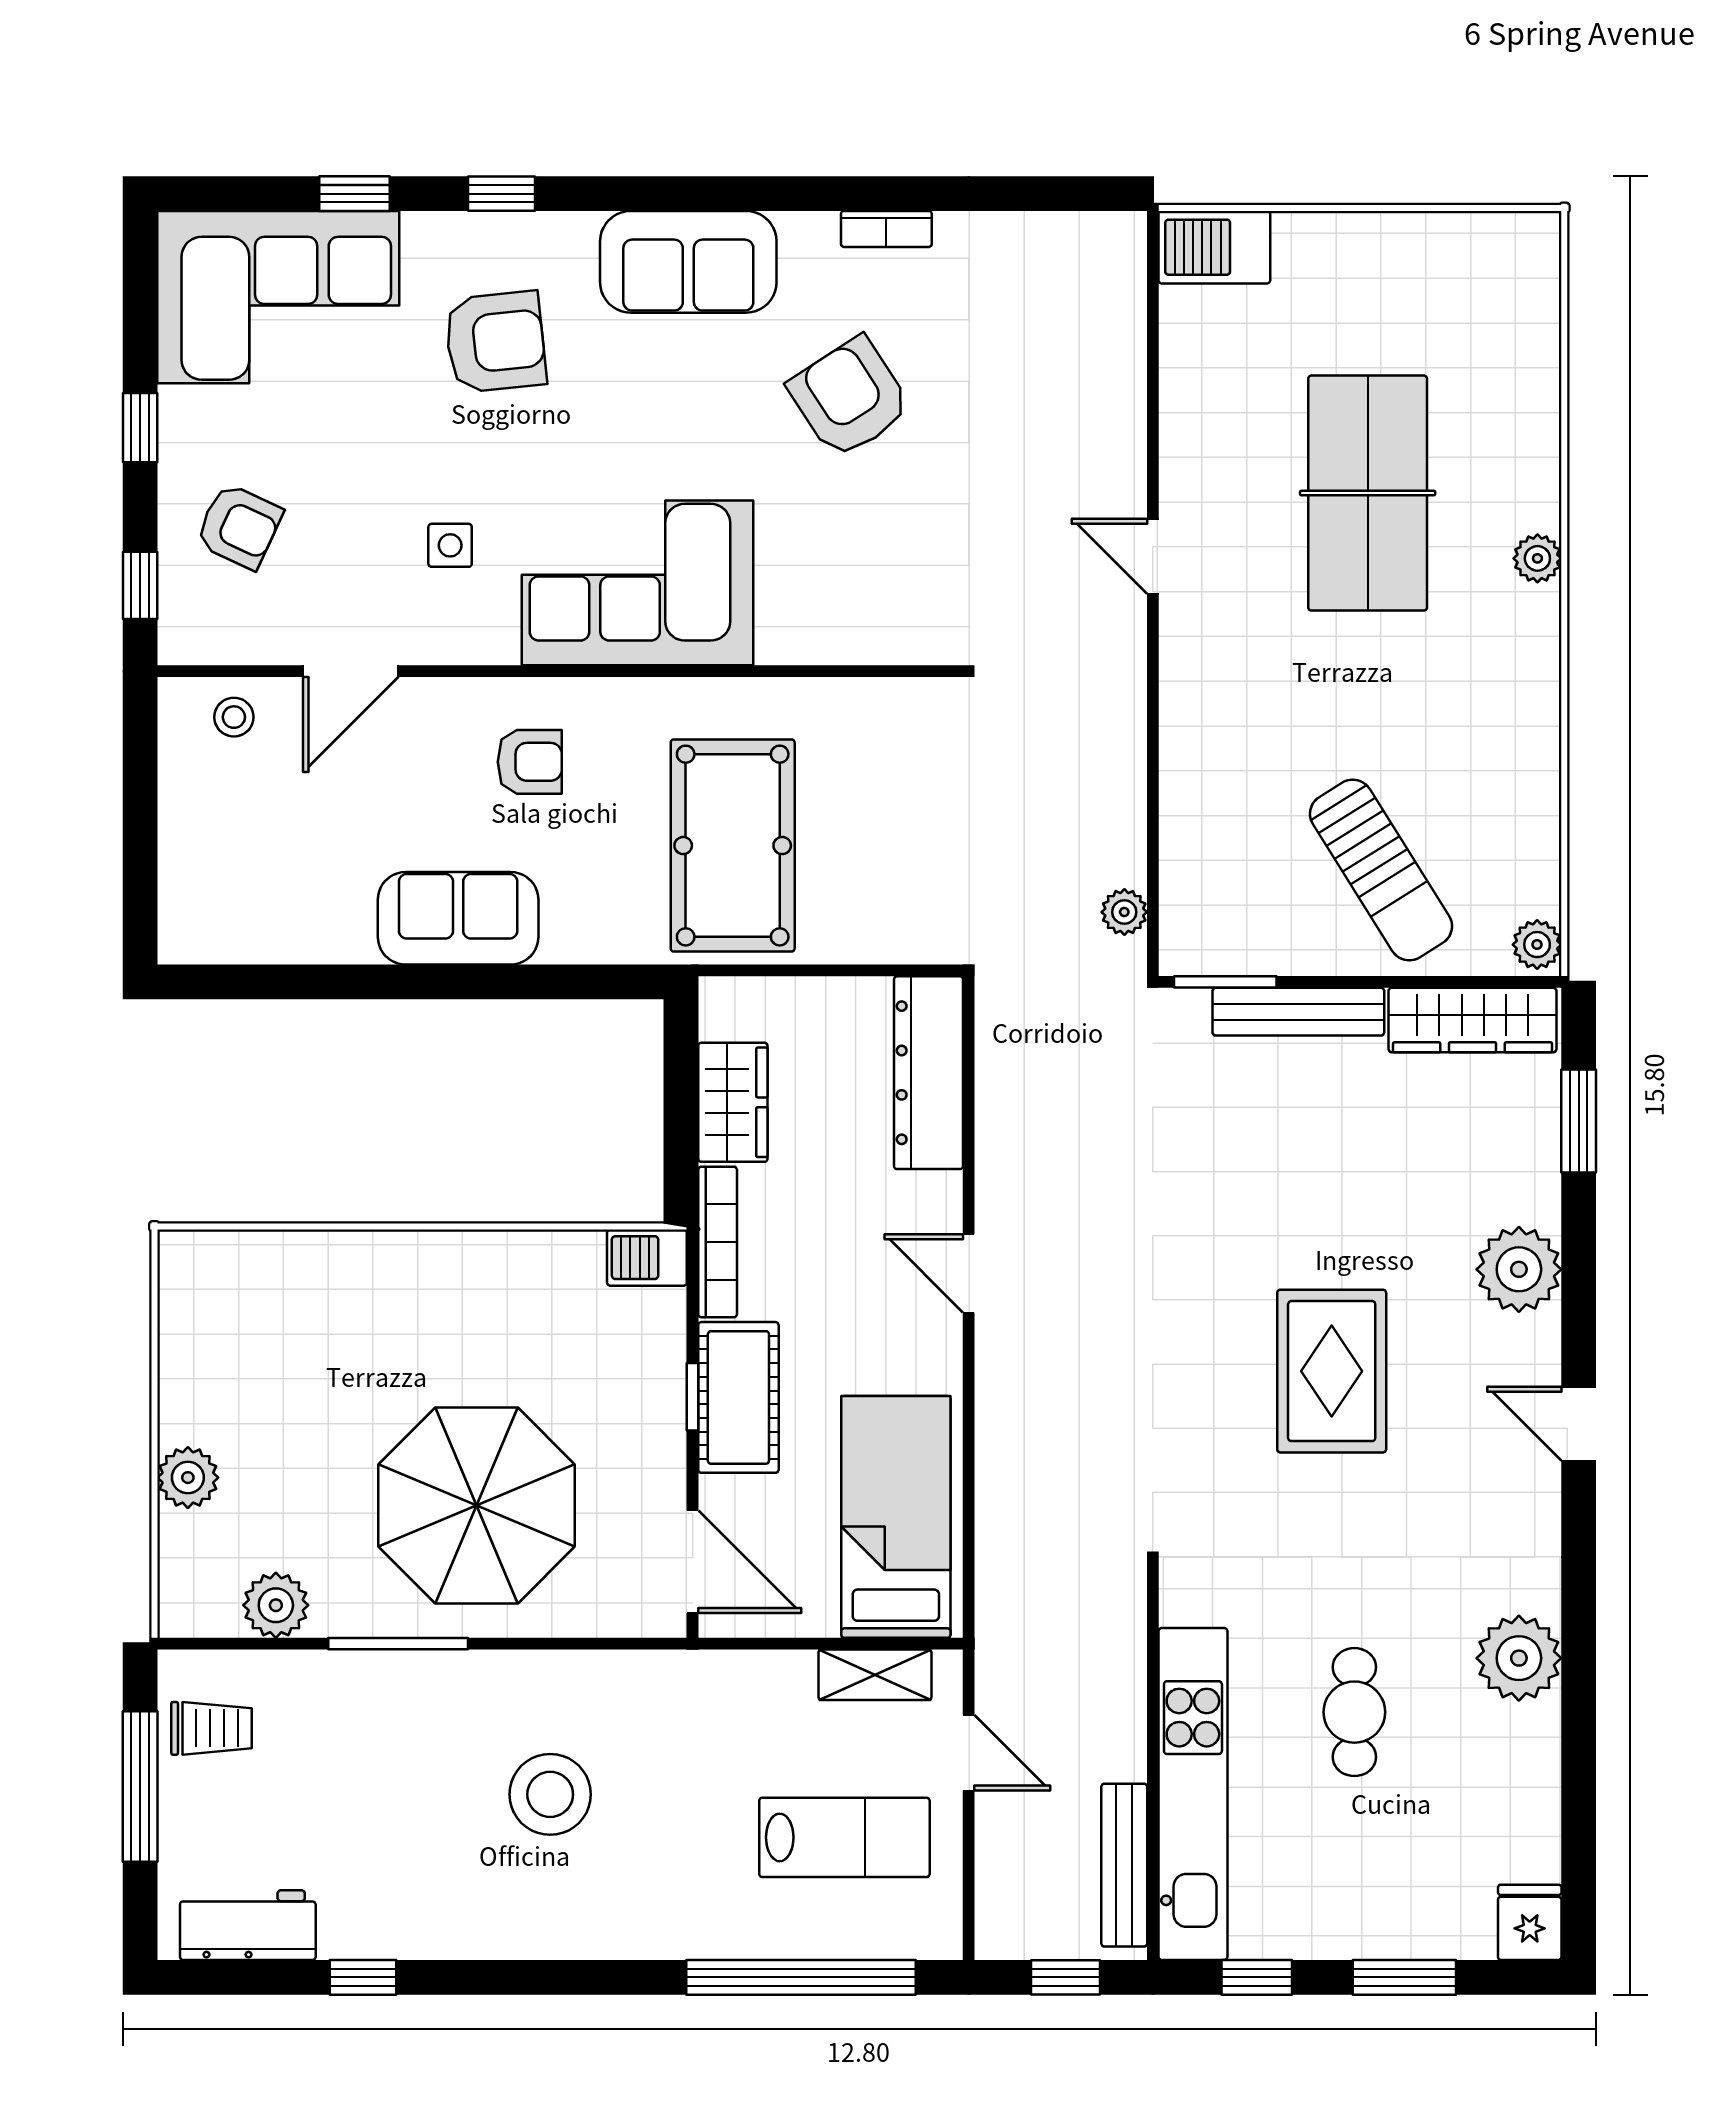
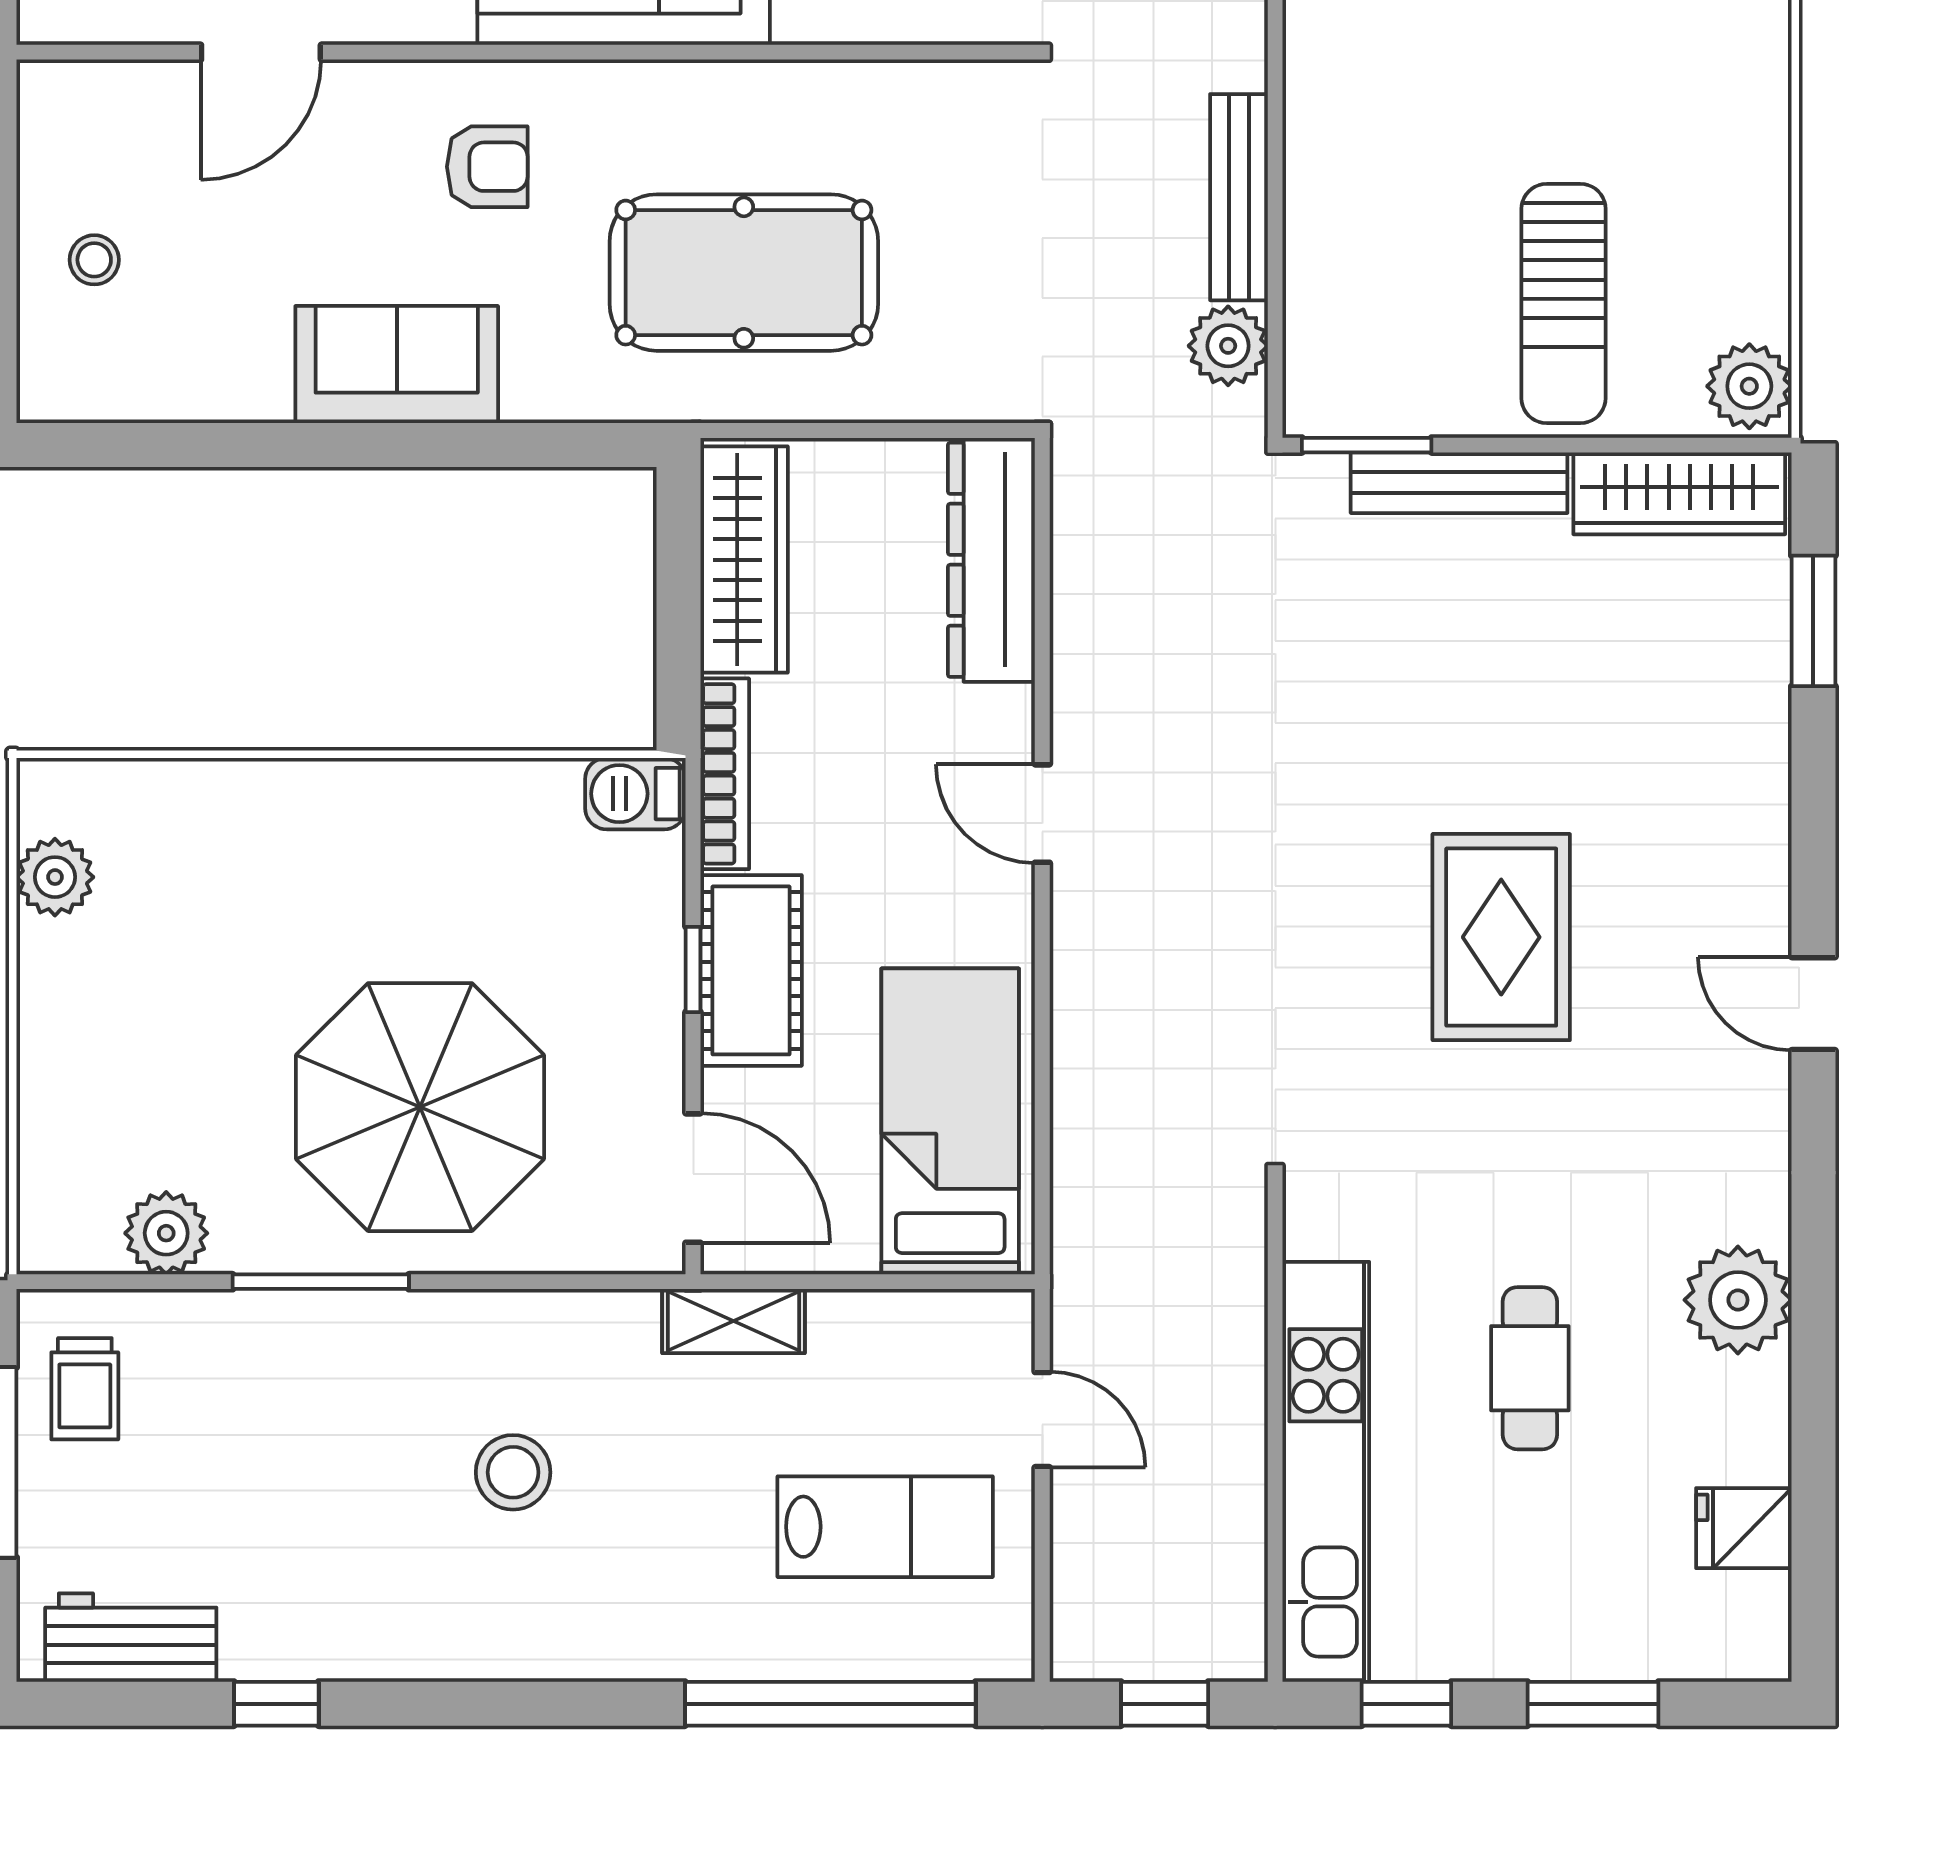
stool: (234, 717) -> (94, 260), moved
pool table: (733, 846) -> (744, 273), turned 90
sun lounger: (1381, 870) -> (1564, 304), turned 32
plant: (1124, 912) -> (1228, 346), width x1.38, depth x1.38
plant: (1537, 945) -> (1749, 386), width x1.38, depth x1.38
wardrobe: (733, 1102) -> (744, 560), width x1.50
plant: (1519, 1269) -> (1738, 808), removed
plant: (188, 1478) -> (55, 877), moved
shelving: (875, 1675) -> (733, 1321), moved
trolley: (211, 1728) -> (85, 1389), turned 90
stool: (550, 1794) -> (513, 1472), width x0.73, depth x0.73
bench: (1124, 1865) -> (1239, 197), moved
fridge: (1530, 1922) -> (1744, 1528), moved, turned -90

